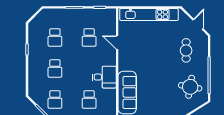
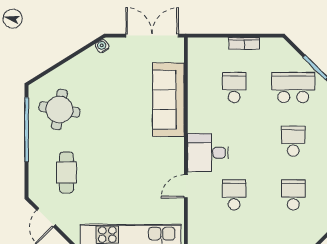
door: (117, 42) -> (186, 186), swing flipped
desk: (104, 77) -> (208, 153), moved
school desk: (55, 100) -> (293, 88), width x1.85

